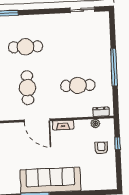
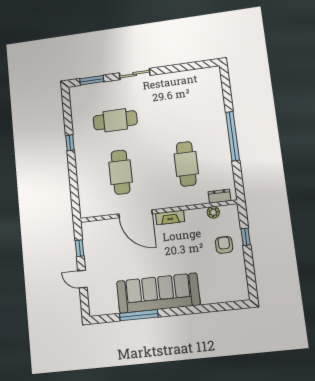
sliding door: (82, 10) -> (135, 74), moved
cafe table: (78, 85) -> (186, 164), turned 90

